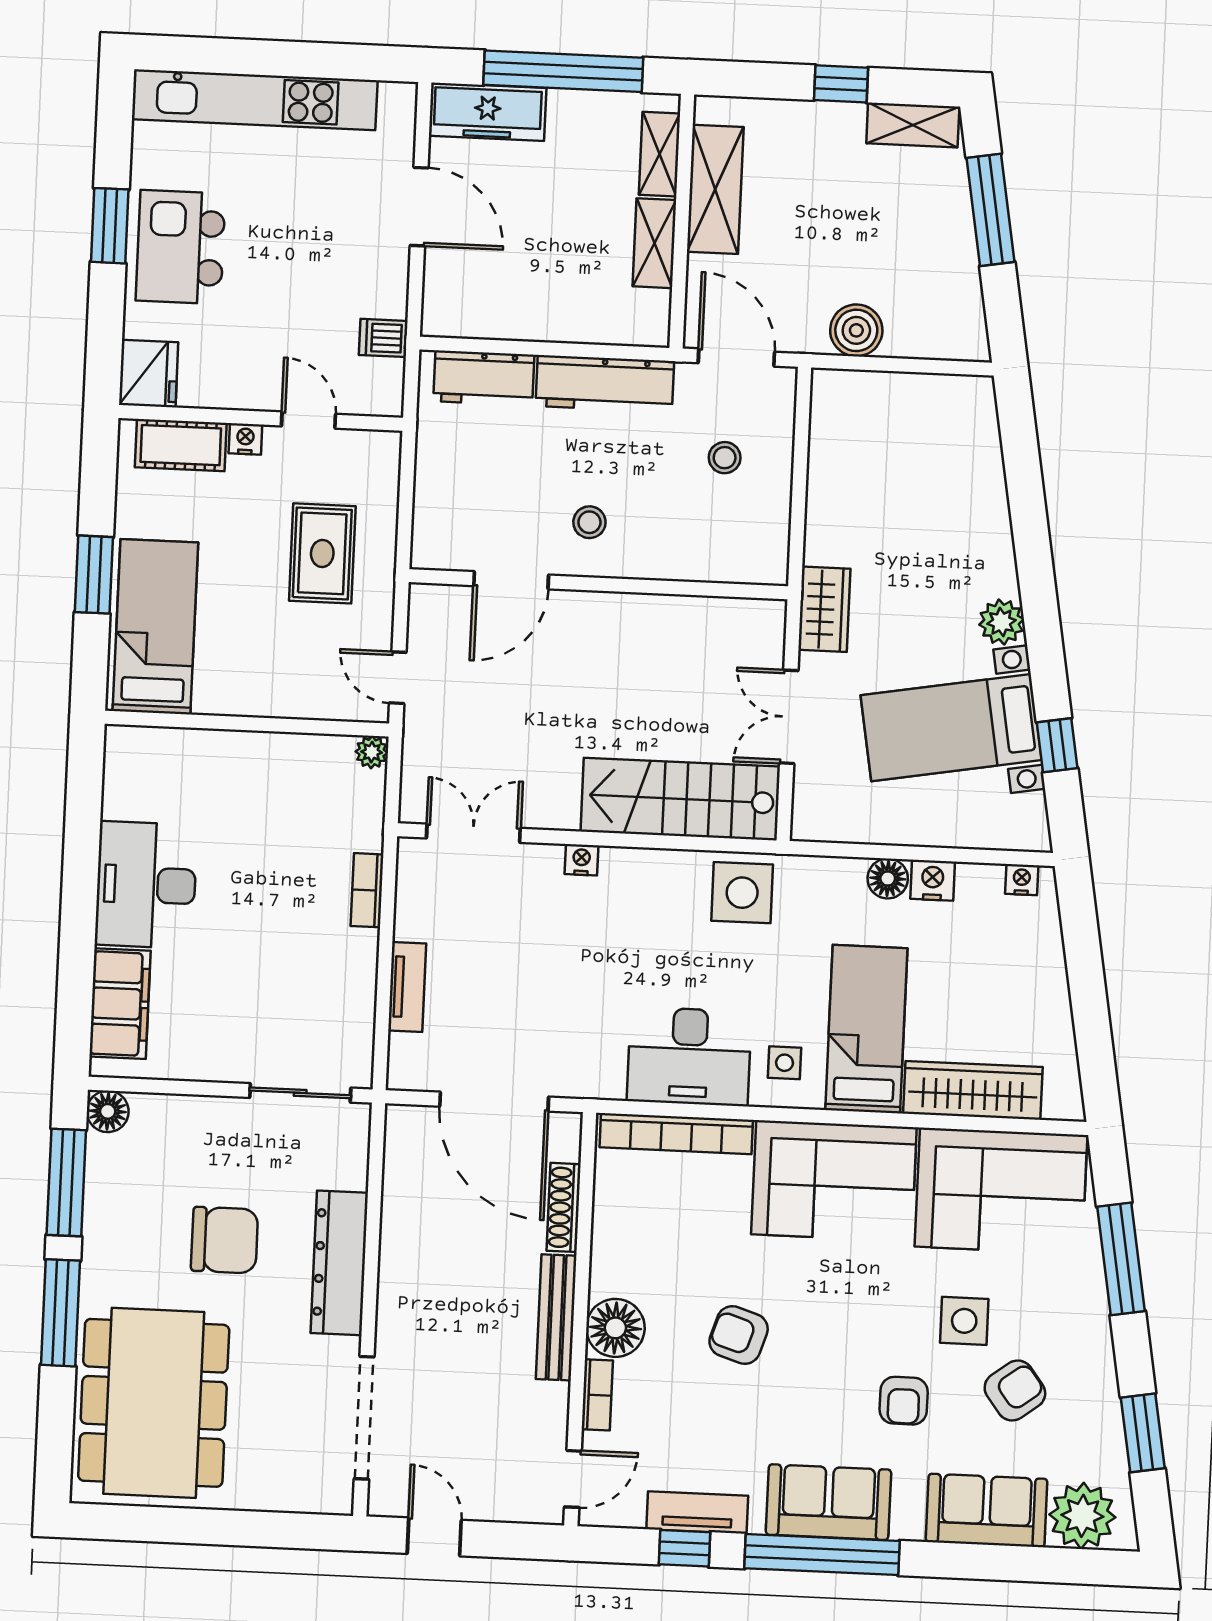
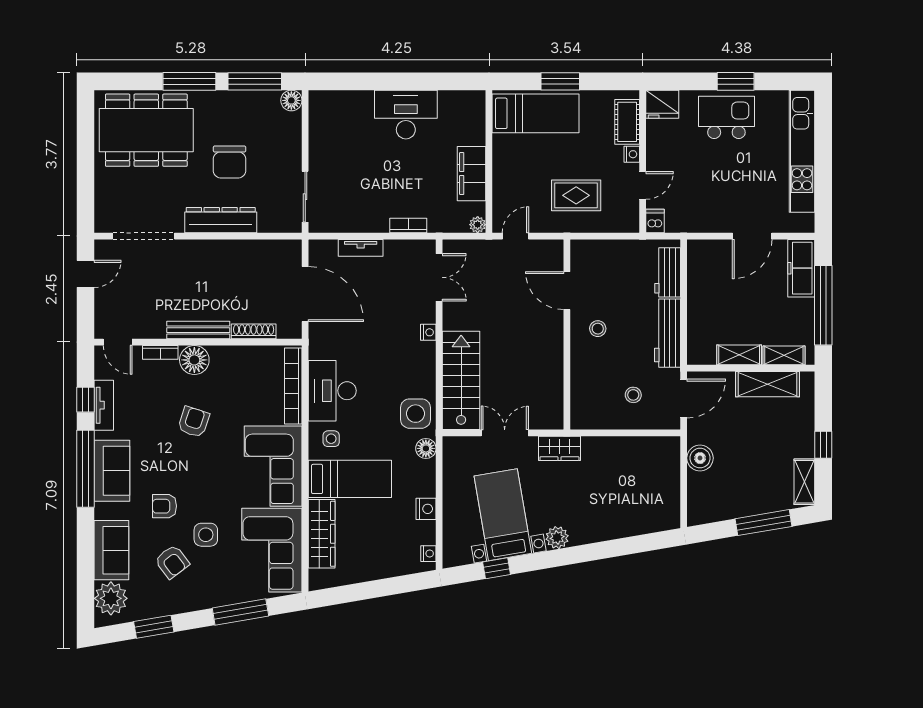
dishwasher: (383, 338) -> (655, 221), moved
floor lamp: (888, 879) -> (426, 448), moved
filing cabinet: (120, 1004) -> (472, 174), moved, turned 90
door: (494, 1102) -> (305, 294), swing flipped

